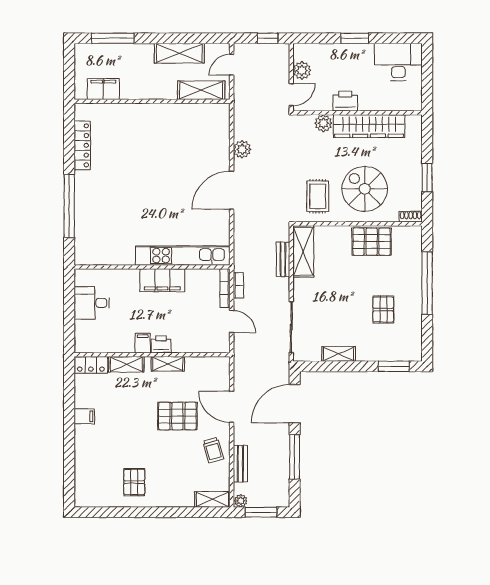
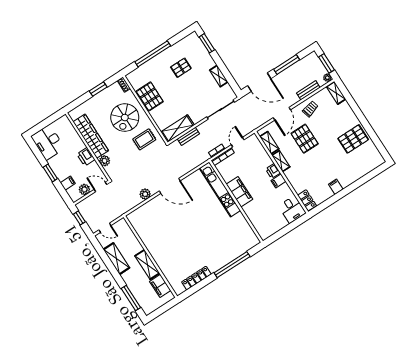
filing cabinet: (325, 53) -> (68, 183), added
shelving: (201, 90) -> (147, 265), moved
desk: (92, 303) -> (292, 209), moved
shelving: (126, 364) -> (269, 143), moved
pallet: (134, 482) -> (353, 139), width x1.50, depth x1.42

